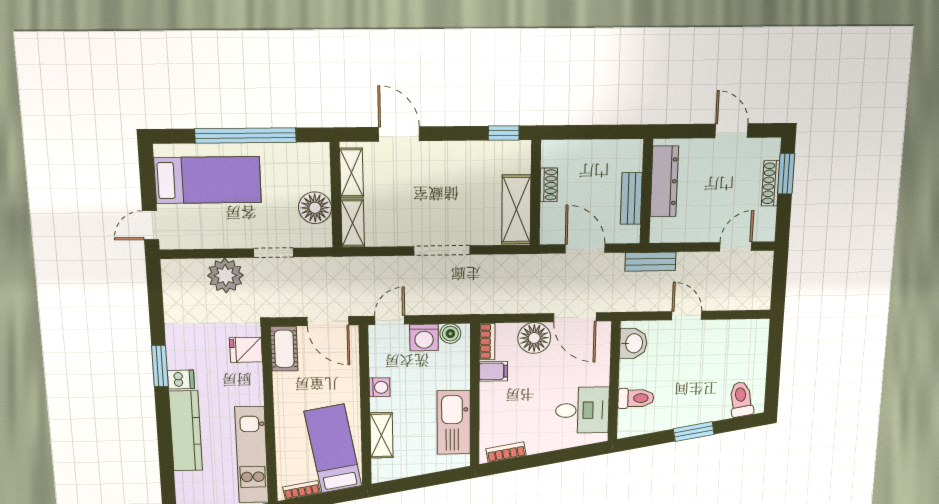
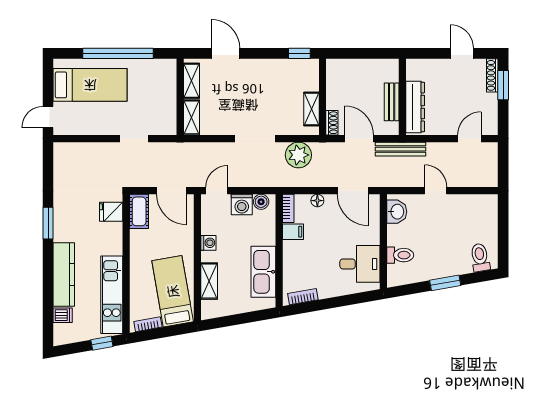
dresser: (664, 181) -> (415, 107), moved
shoe rack: (771, 183) -> (492, 75), moved
shoe rack: (549, 185) -> (332, 123), moved
floor lamp: (315, 208) -> (165, 106), removed
shelving: (516, 210) -> (311, 109), width x0.67, depth x0.75
bench: (650, 262) -> (401, 149), width x1.36
plant: (225, 275) -> (298, 155), moved
floor lamp: (534, 338) -> (317, 201), width x0.53, depth x0.53
dishwasher: (181, 380) -> (63, 315), moved

